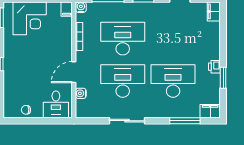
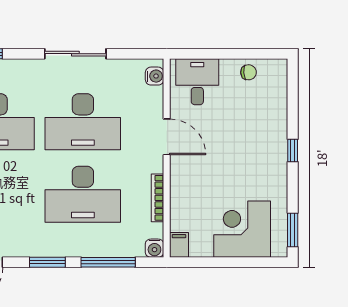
door: (74, 72) -> (167, 137), hinge flipped
water cooler: (81, 93) -> (155, 76), moved

